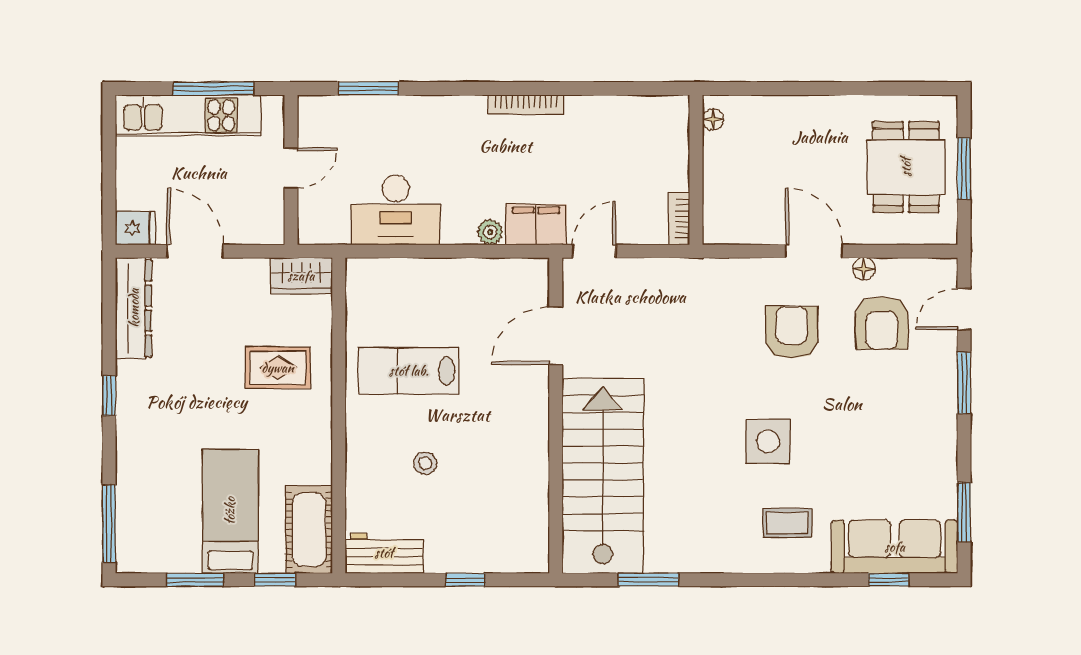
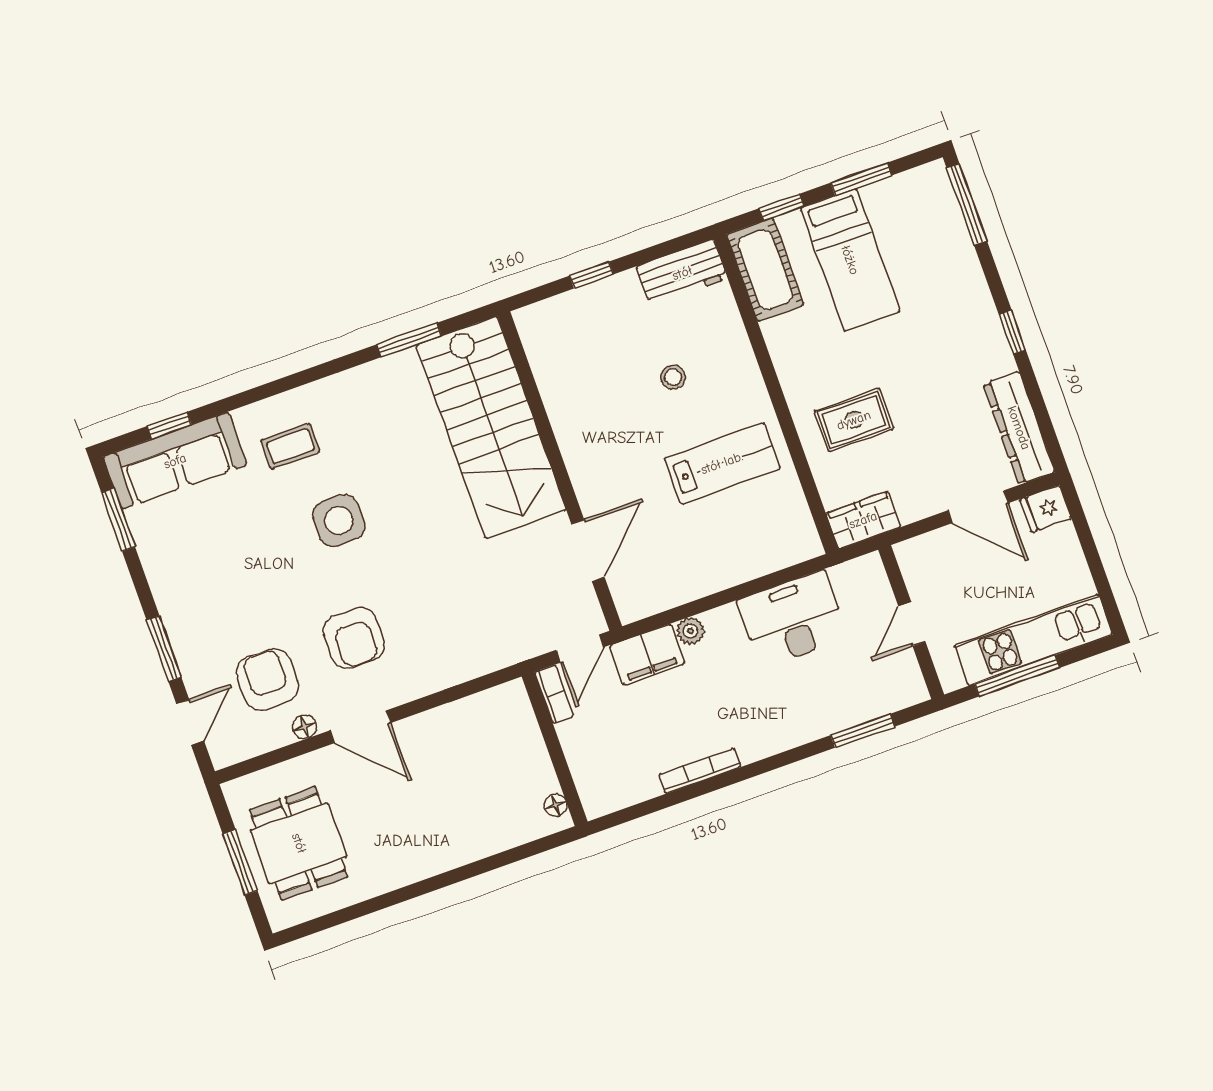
floor lamp: (713, 119) -> (556, 805), moved
wall: (696, 170) -> (555, 749), moved
bookcase: (679, 219) -> (554, 694), moved

